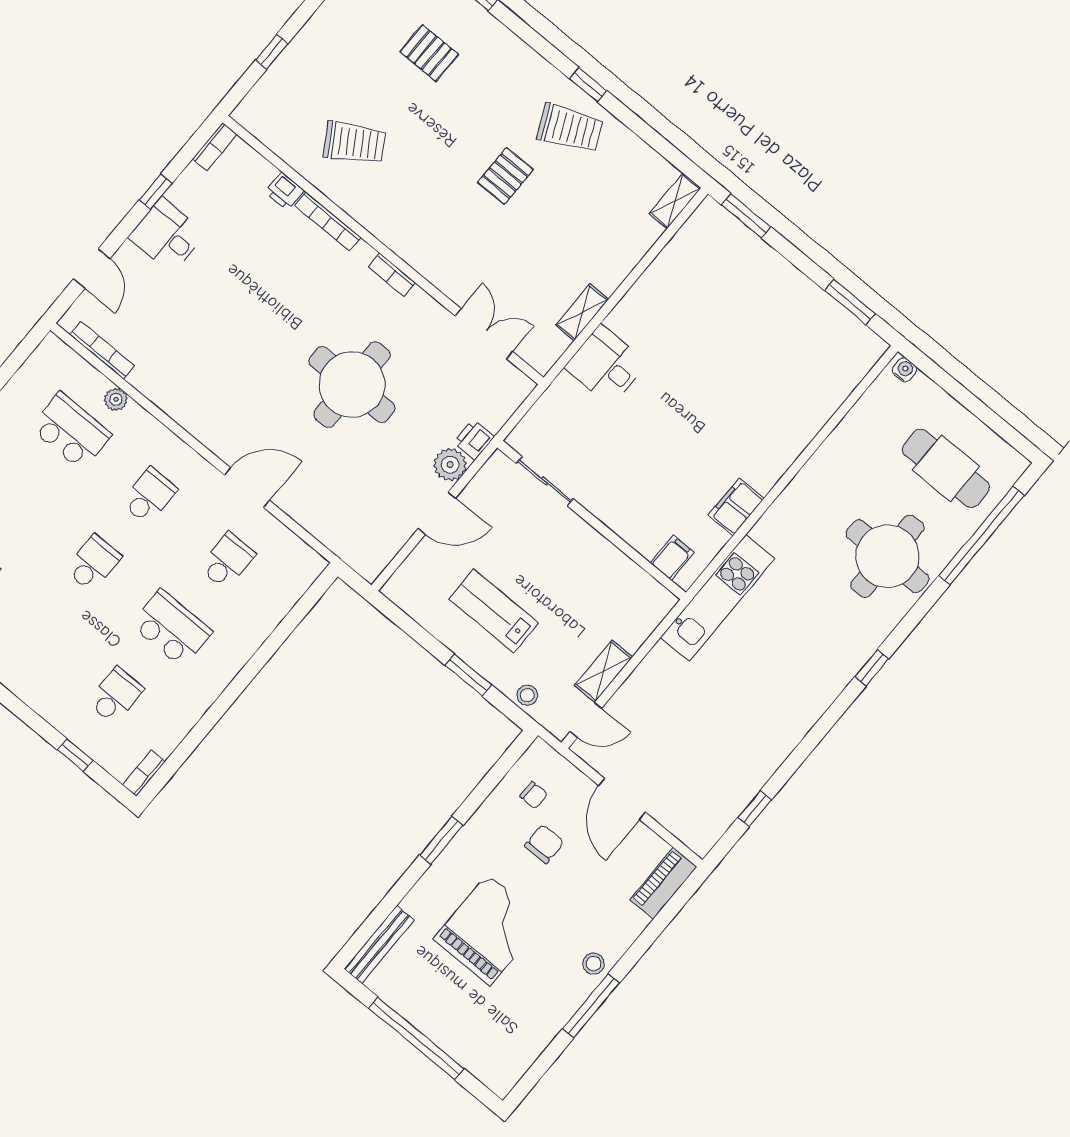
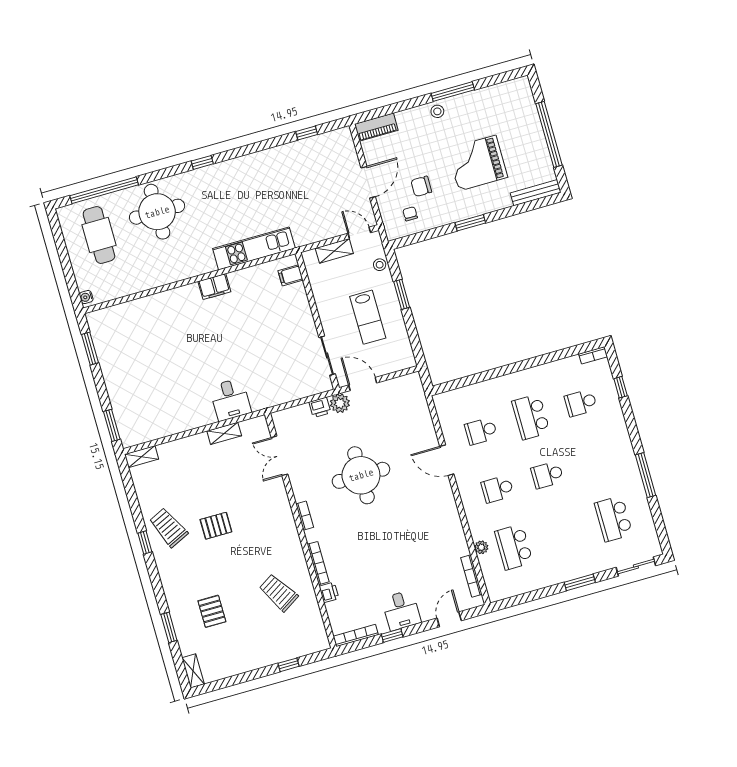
bookcase: (215, 147) -> (356, 636), width x1.56
sliding door: (545, 481) -> (327, 356), moved
wall: (592, 520) -> (317, 321), moved
filing cabinet: (672, 558) -> (291, 275), moved

